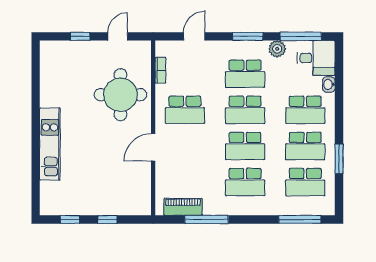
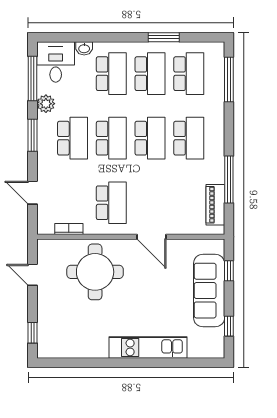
window: (80, 36) -> (32, 333), moved
sofa: (103, 201) -> (209, 291), added
window: (107, 219) -> (229, 271), moved

